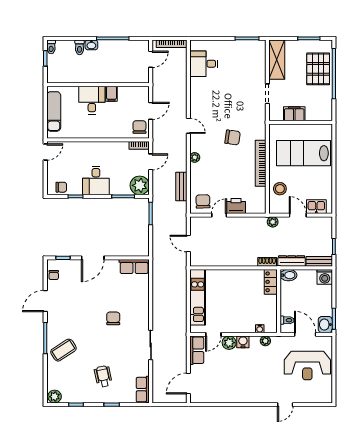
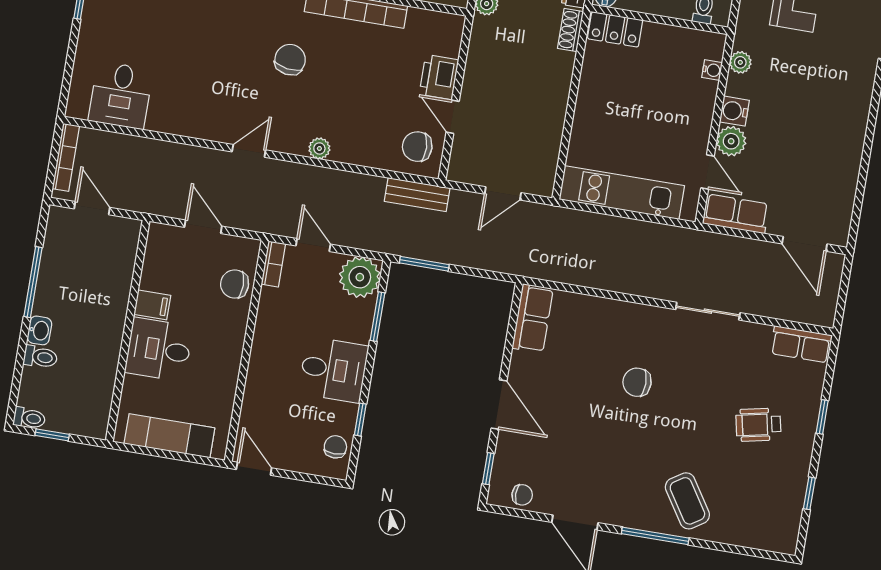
chair: (139, 127) -> (235, 284), moved
bench: (181, 187) -> (417, 195), moved
plant: (55, 397) -> (784, 537), removed

